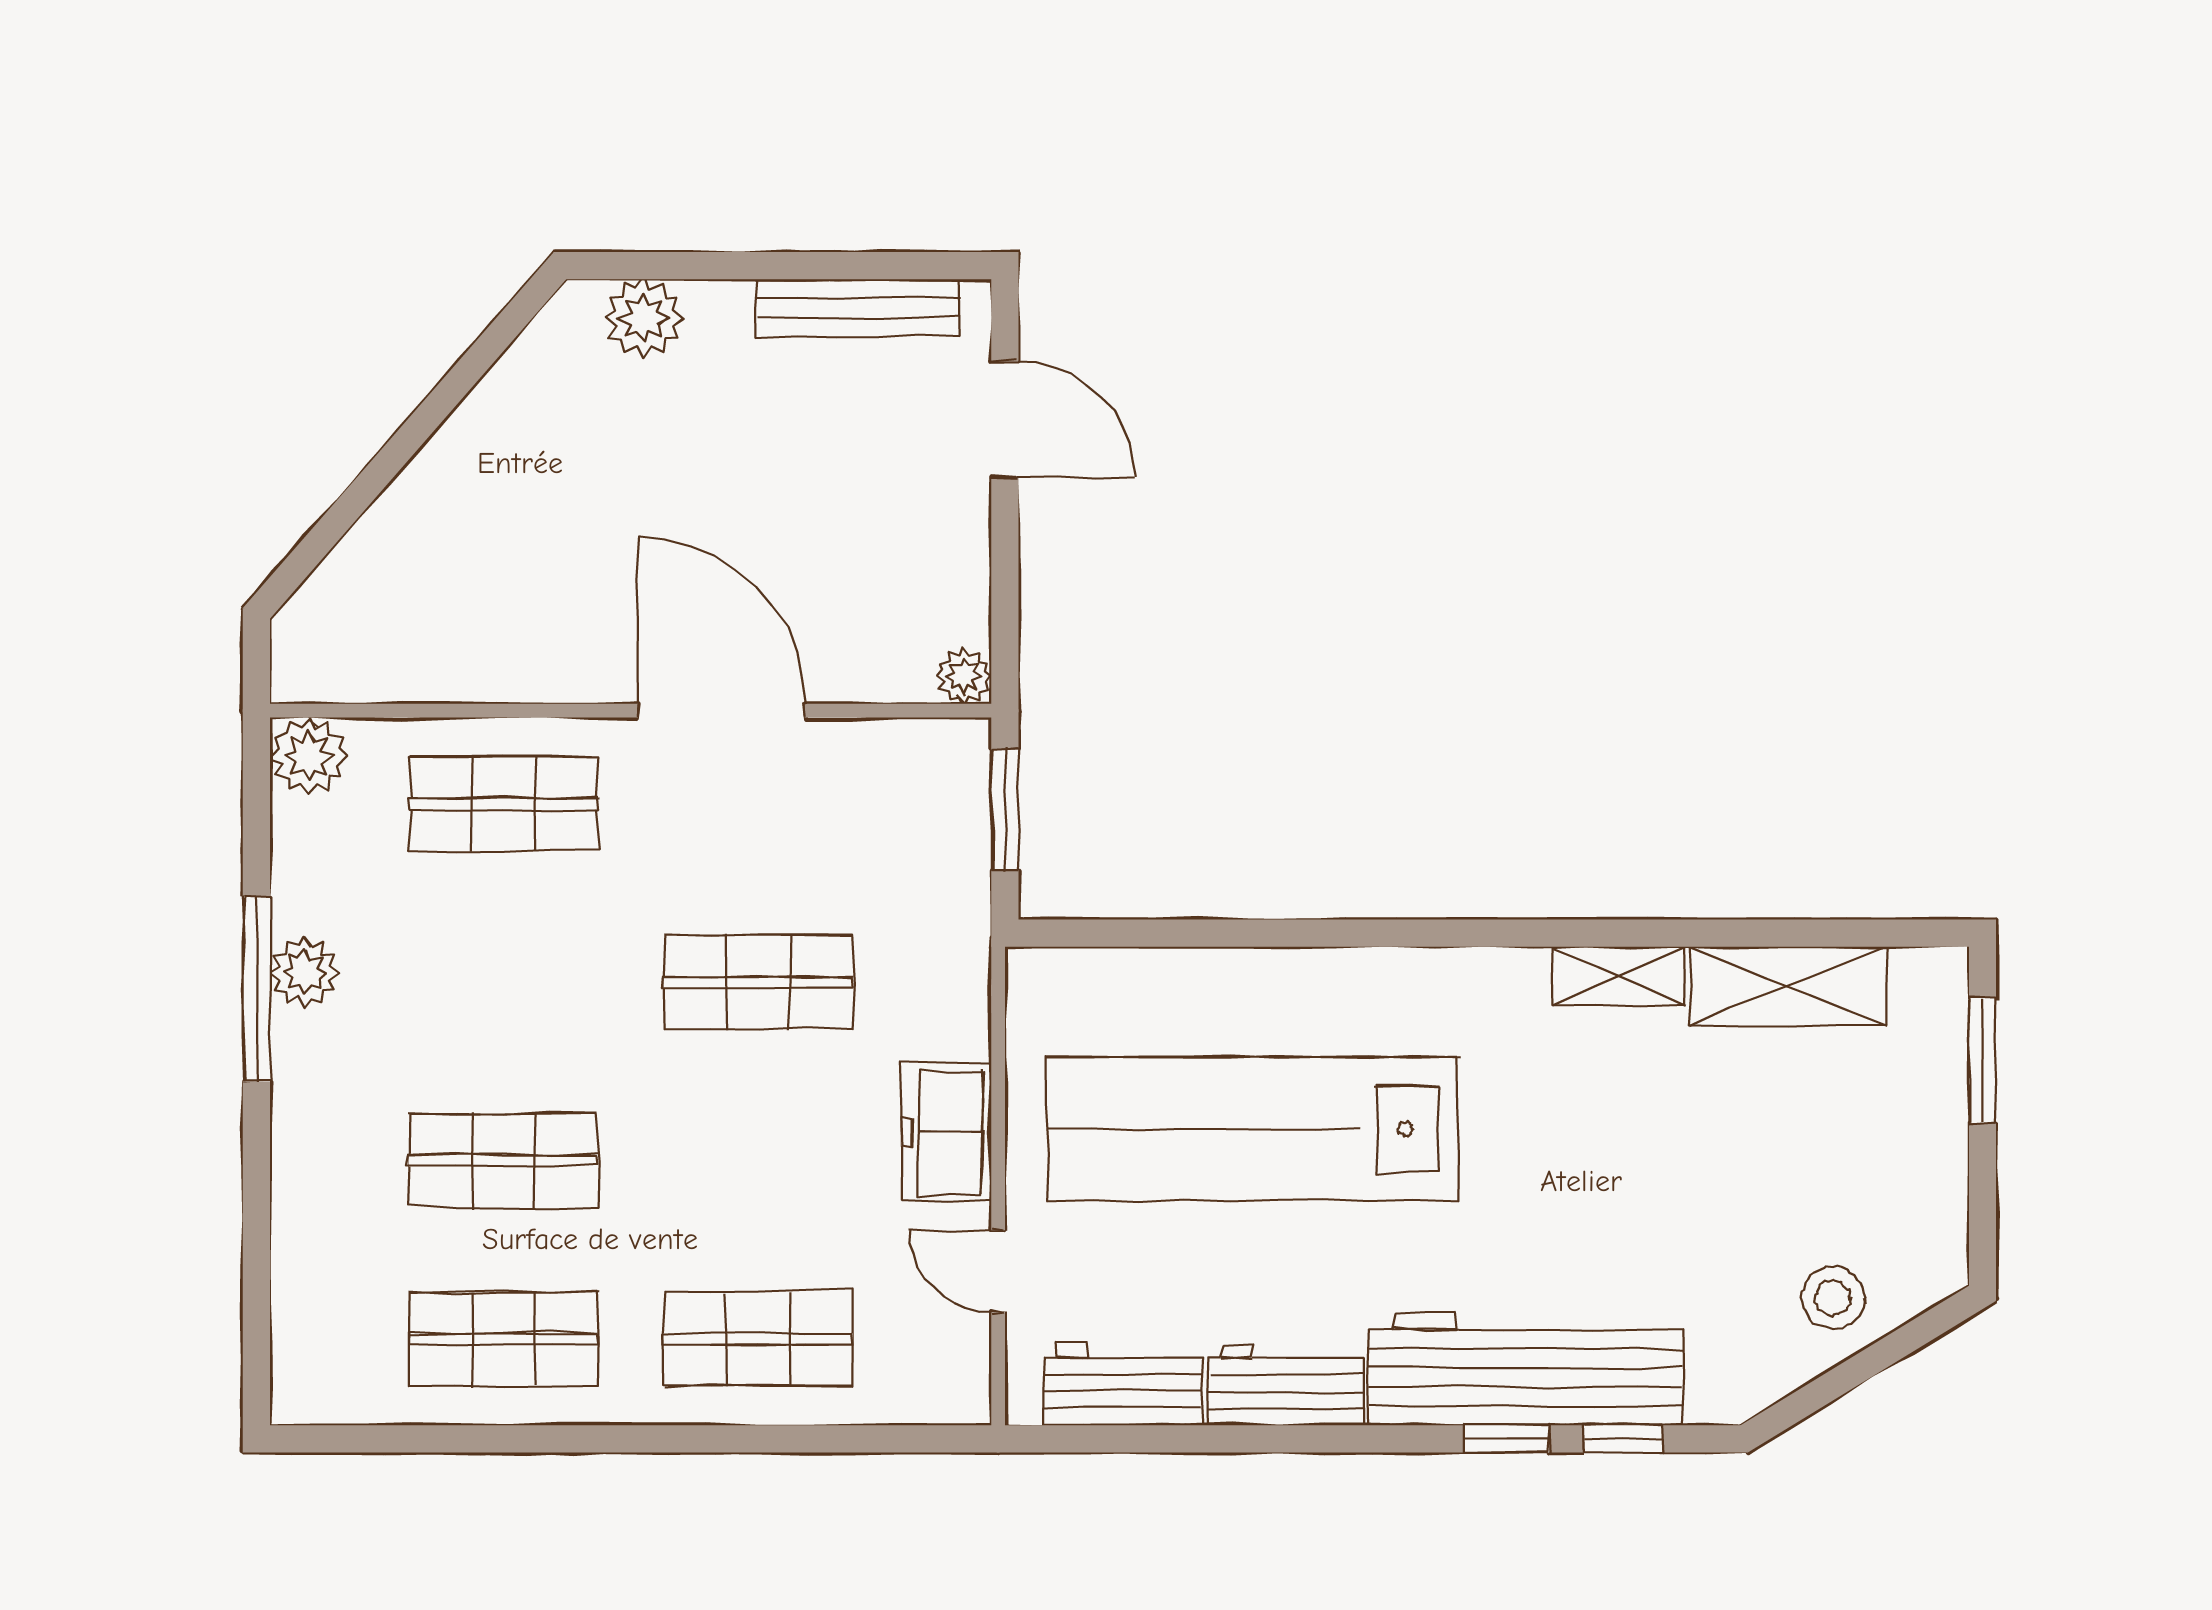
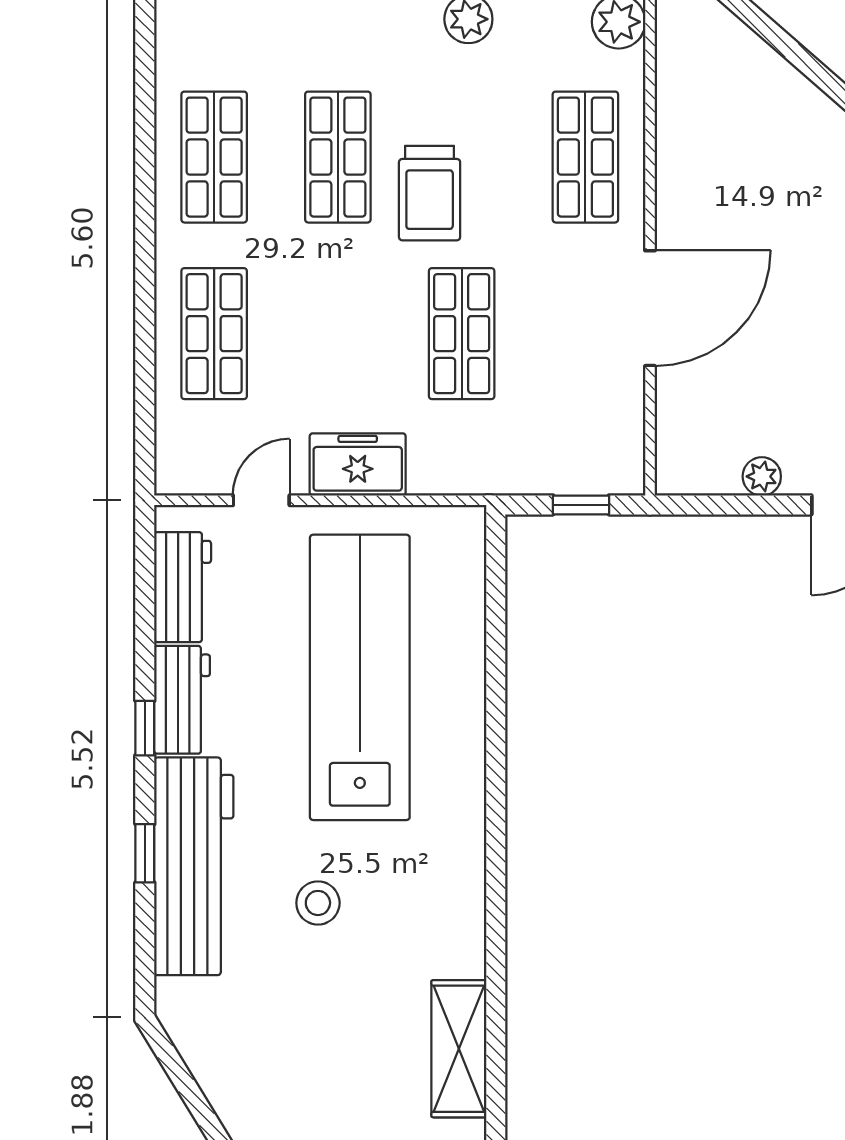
plant: (964, 676) -> (762, 476), moved
window: (1005, 810) -> (581, 505), width x0.67
shelving: (1619, 976) -> (466, 931), removed
trolley: (555, 1028) -> (430, 193), added
stool: (1833, 1298) -> (318, 903), moved
window: (1623, 1439) -> (145, 728), moved

